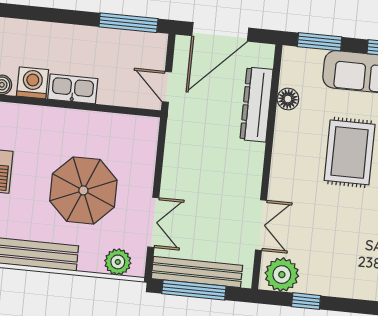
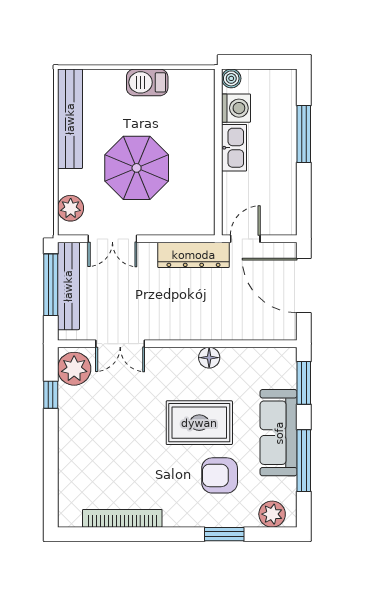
window: (128, 23) -> (304, 134), moved
floor lamp: (288, 99) -> (209, 358), moved
dresser: (256, 104) -> (193, 255), moved, turned 180

